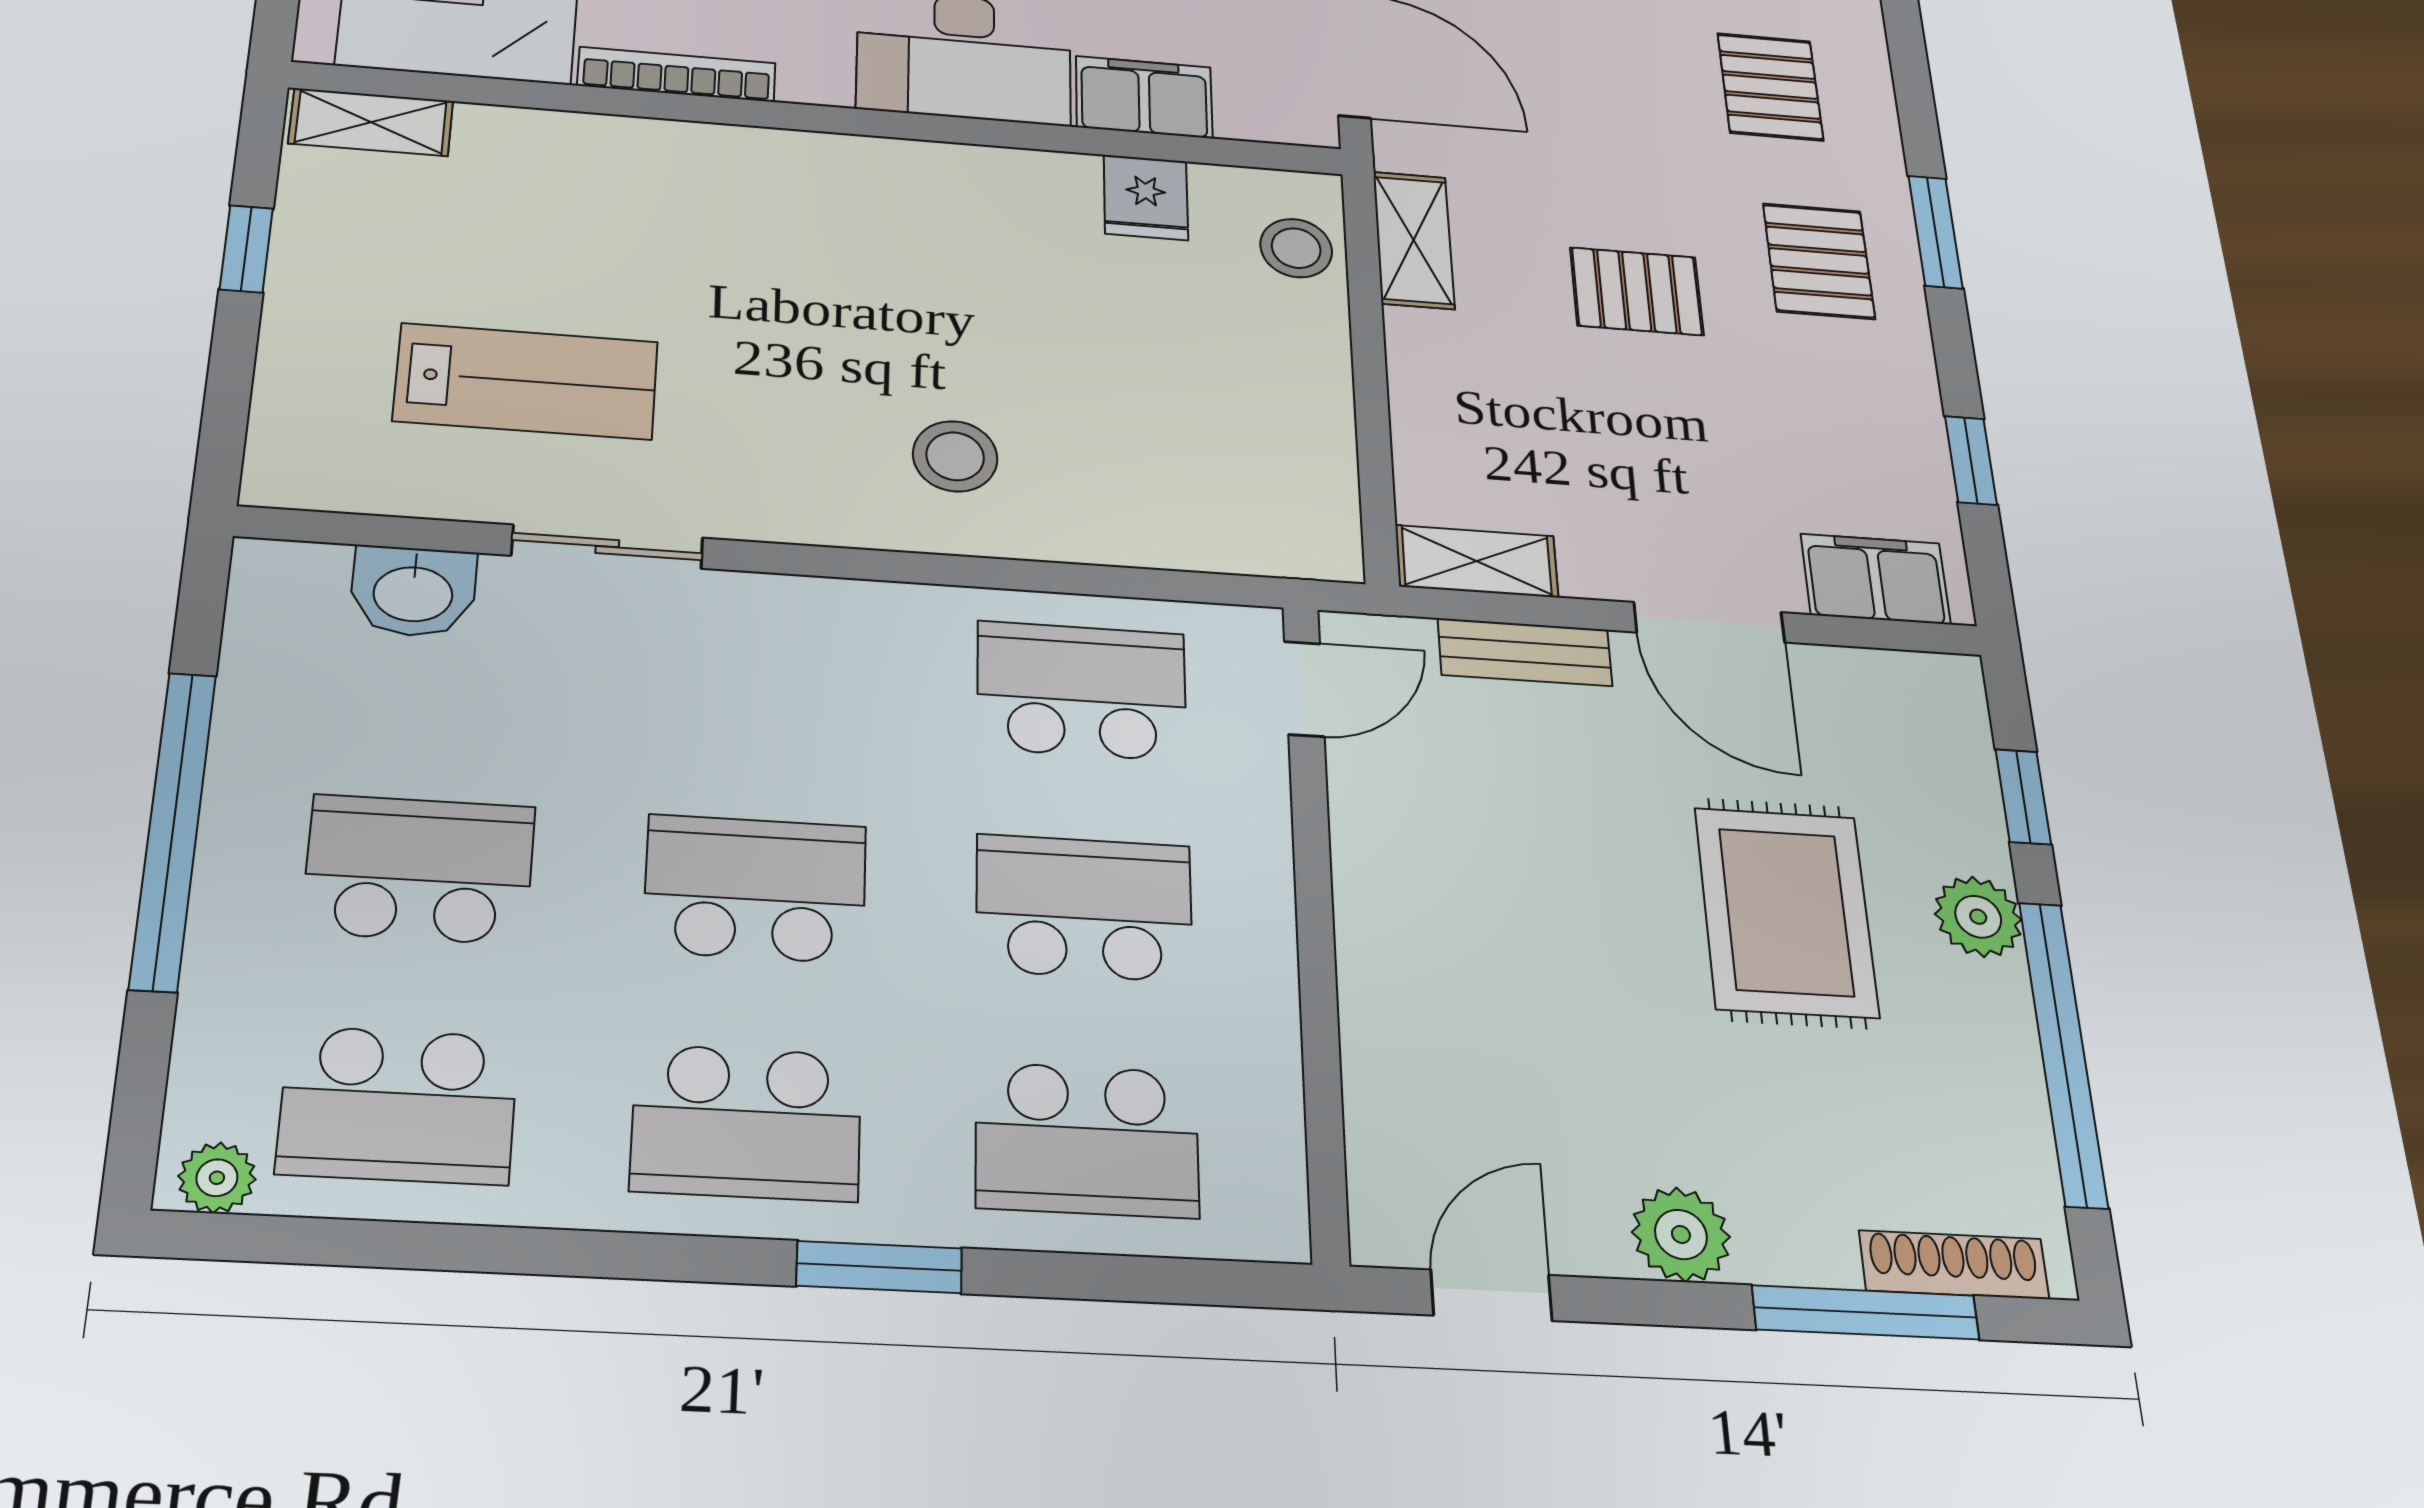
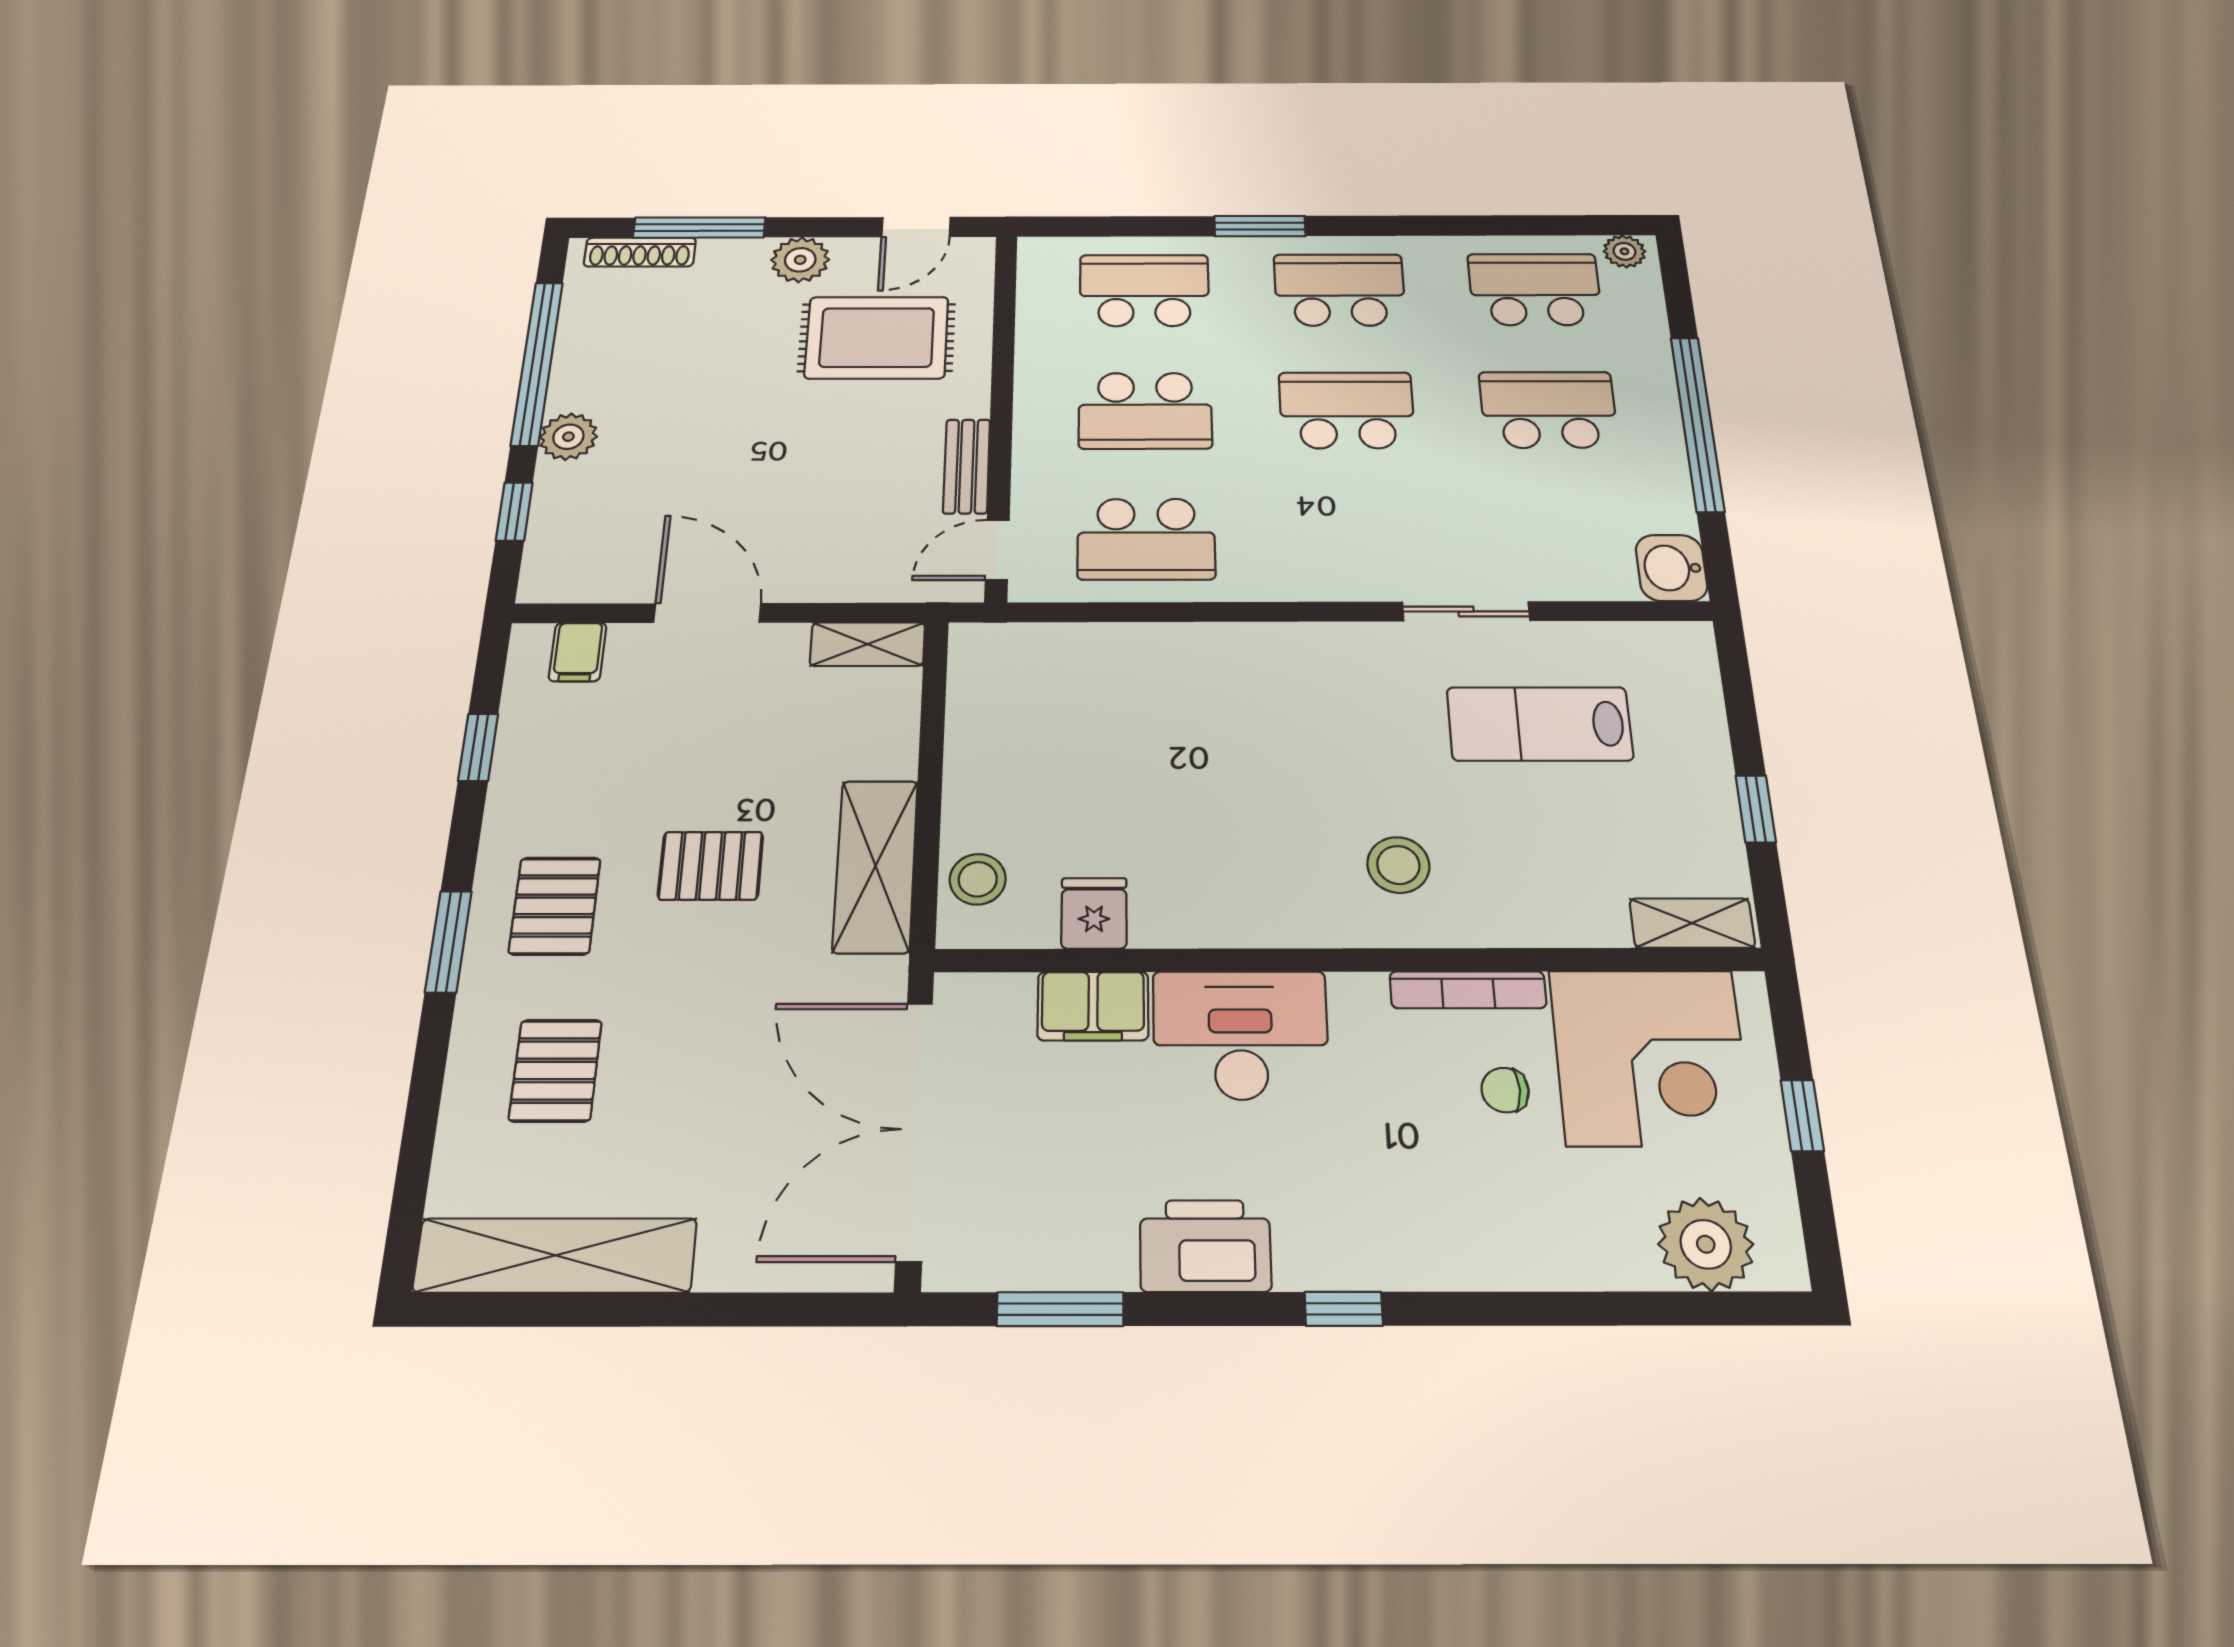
shelving: (1414, 240) -> (876, 866), width x1.50, depth x1.33
stool: (955, 456) -> (1398, 865), moved
filing cabinet: (1875, 579) -> (578, 652), width x0.50
washbasin: (413, 592) -> (1671, 568), moved, turned -90
bench: (1525, 652) -> (967, 466), moved, turned 90
school desk: (419, 869) -> (1548, 410), turned 180
school desk: (755, 889) -> (1347, 410), turned 180
rug: (1786, 912) -> (877, 337), moved, turned 90

